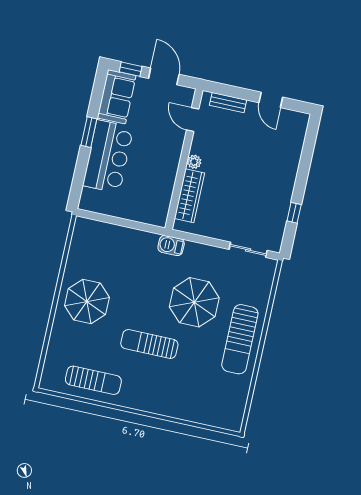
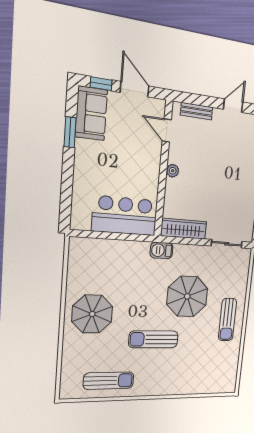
door: (271, 100) -> (233, 106), swing flipped
window: (89, 132) -> (70, 132), moved
bar counter: (108, 157) -> (125, 216), moved, turned -90
wardrobe: (190, 196) -> (184, 229), moved, turned -90
sun lounger: (240, 339) -> (228, 320), width x0.73, depth x0.75

